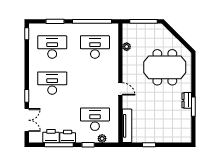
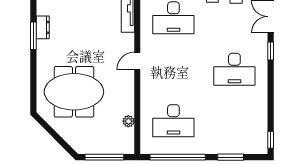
desk: (52, 47) -> (234, 121), removed
door: (120, 89) -> (137, 61), hinge flipped
dresser: (187, 100) -> (43, 27), moved

